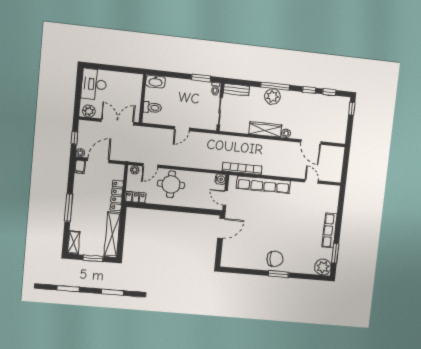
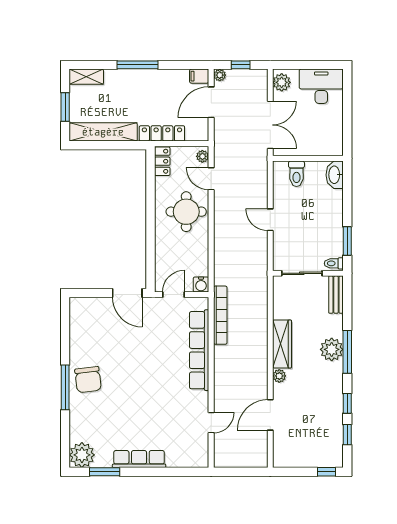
door: (98, 160) -> (211, 102), swing flipped
window: (278, 274) -> (65, 387), width x1.44

